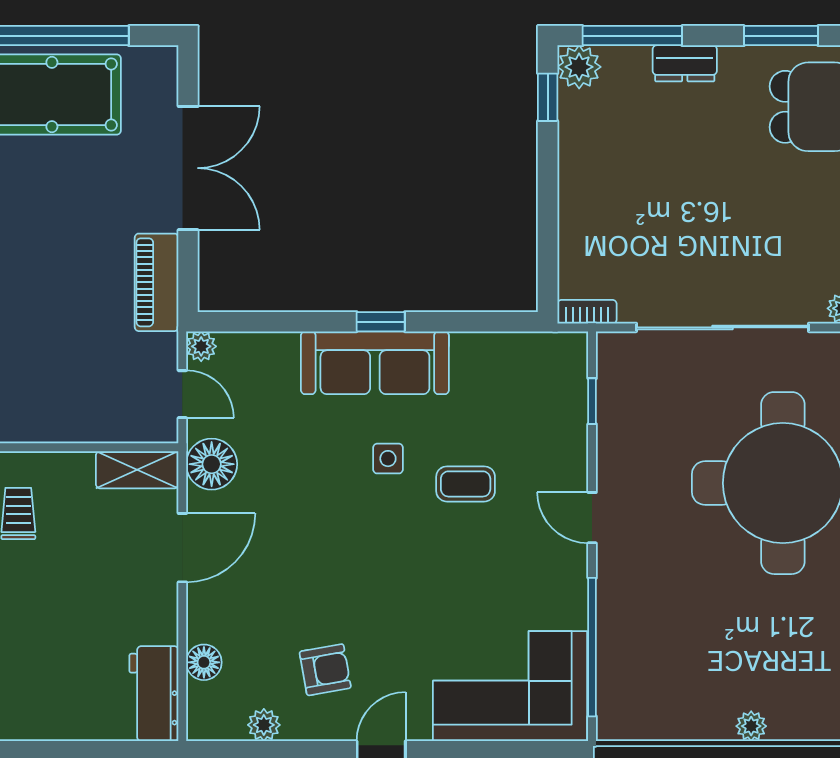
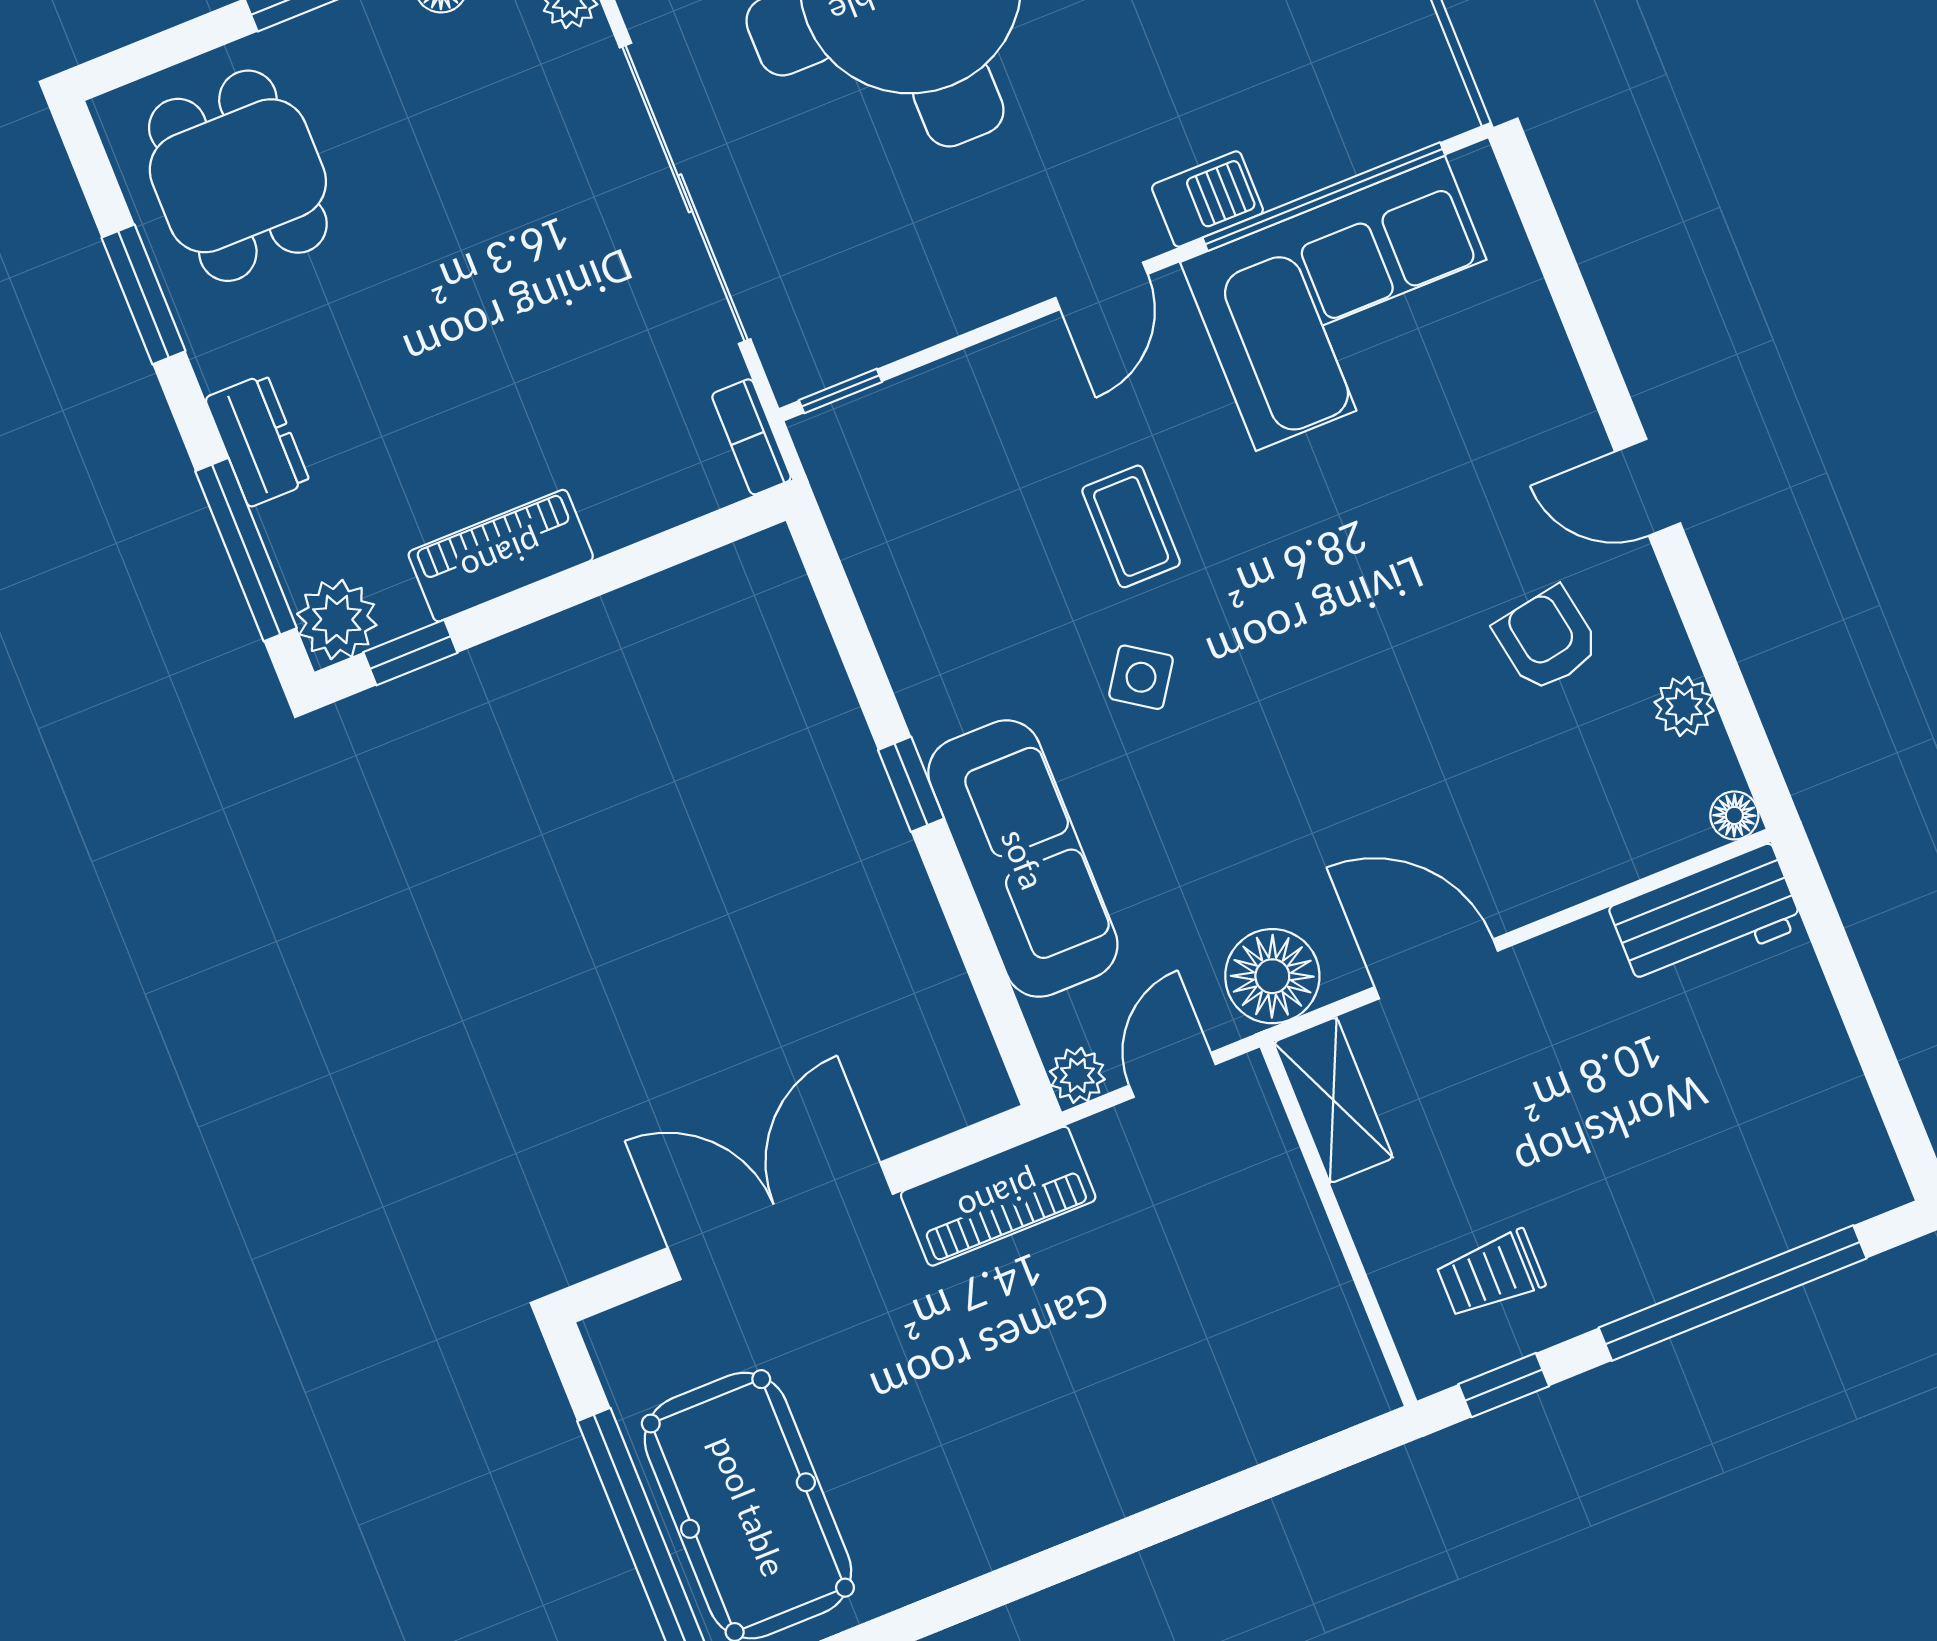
piano: (578, 162) -> (501, 556), added
sofa: (375, 363) -> (1023, 859), moved
window: (592, 401) -> (840, 391), moved
side table: (388, 459) -> (1141, 677), turned 34
barbecue: (614, 588) -> (1207, 199), added
floor lamp: (204, 662) -> (1734, 815), moved, width x0.73, depth x0.73
corner sofa: (510, 686) -> (1350, 303), moved, turned -90

